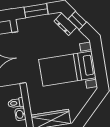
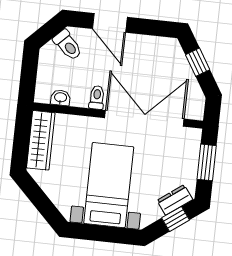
toilet: (16, 103) -> (97, 98), moved

